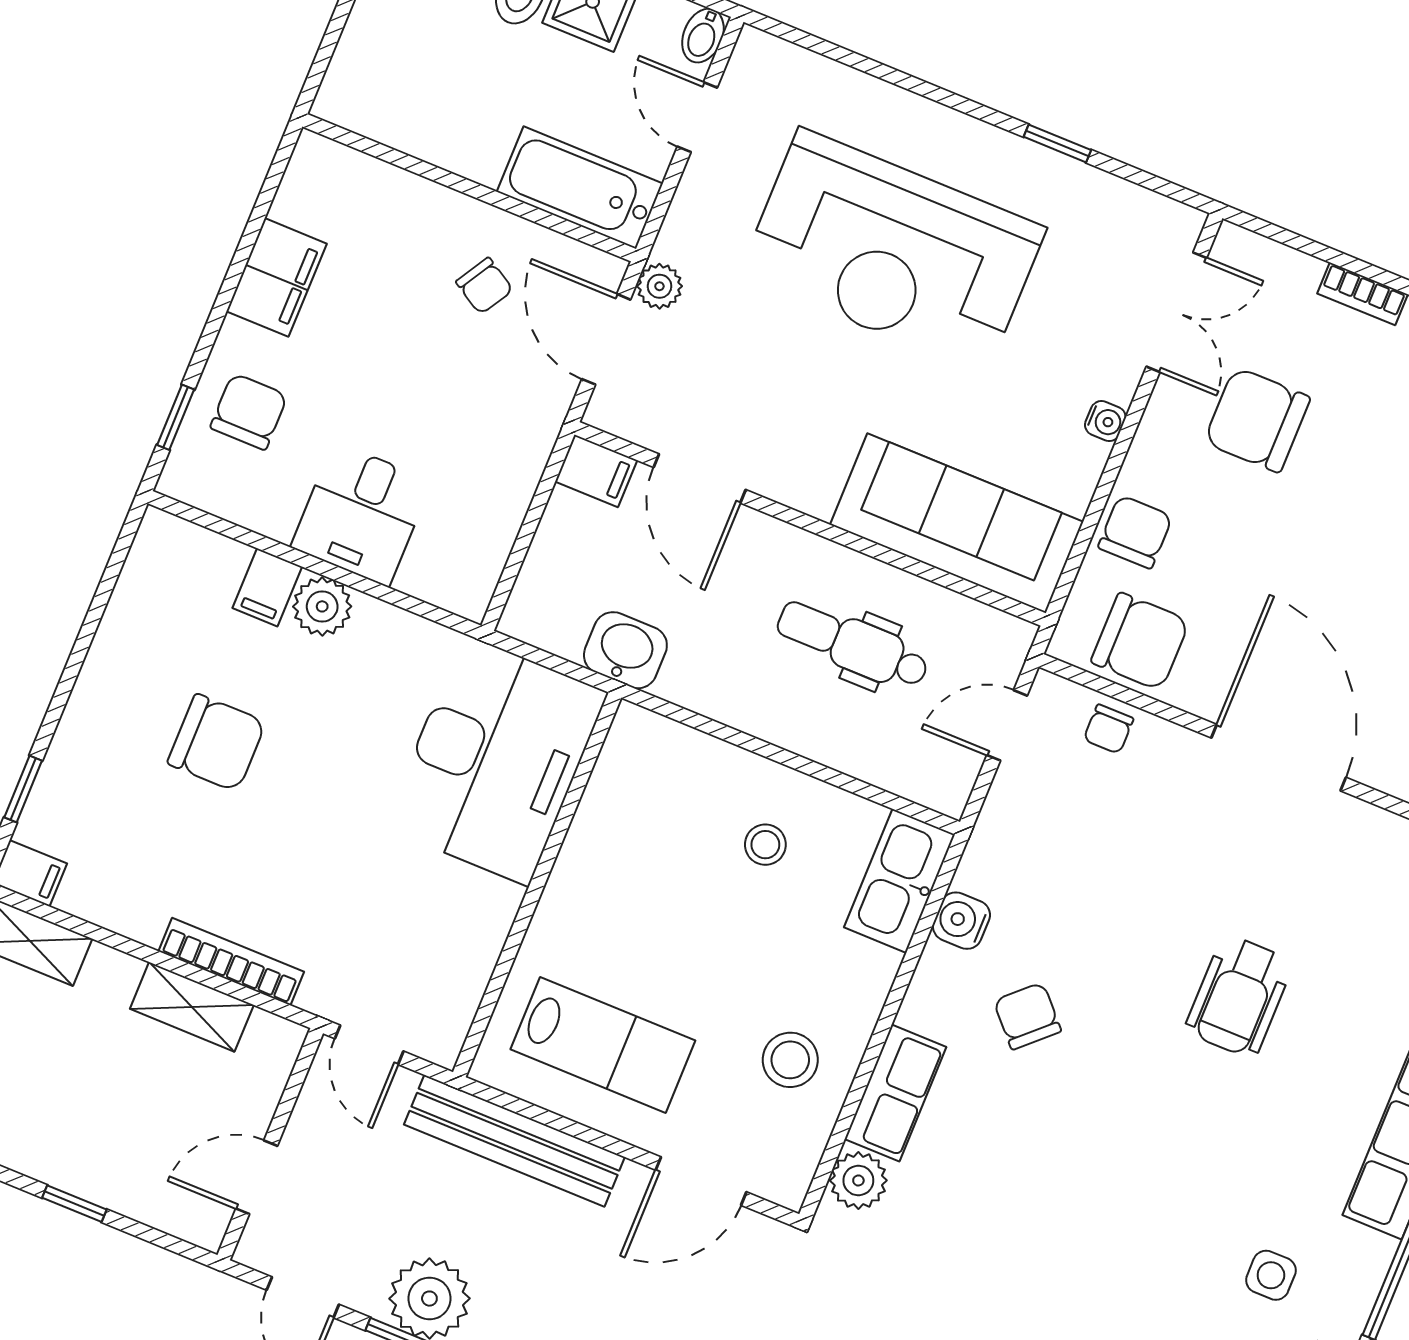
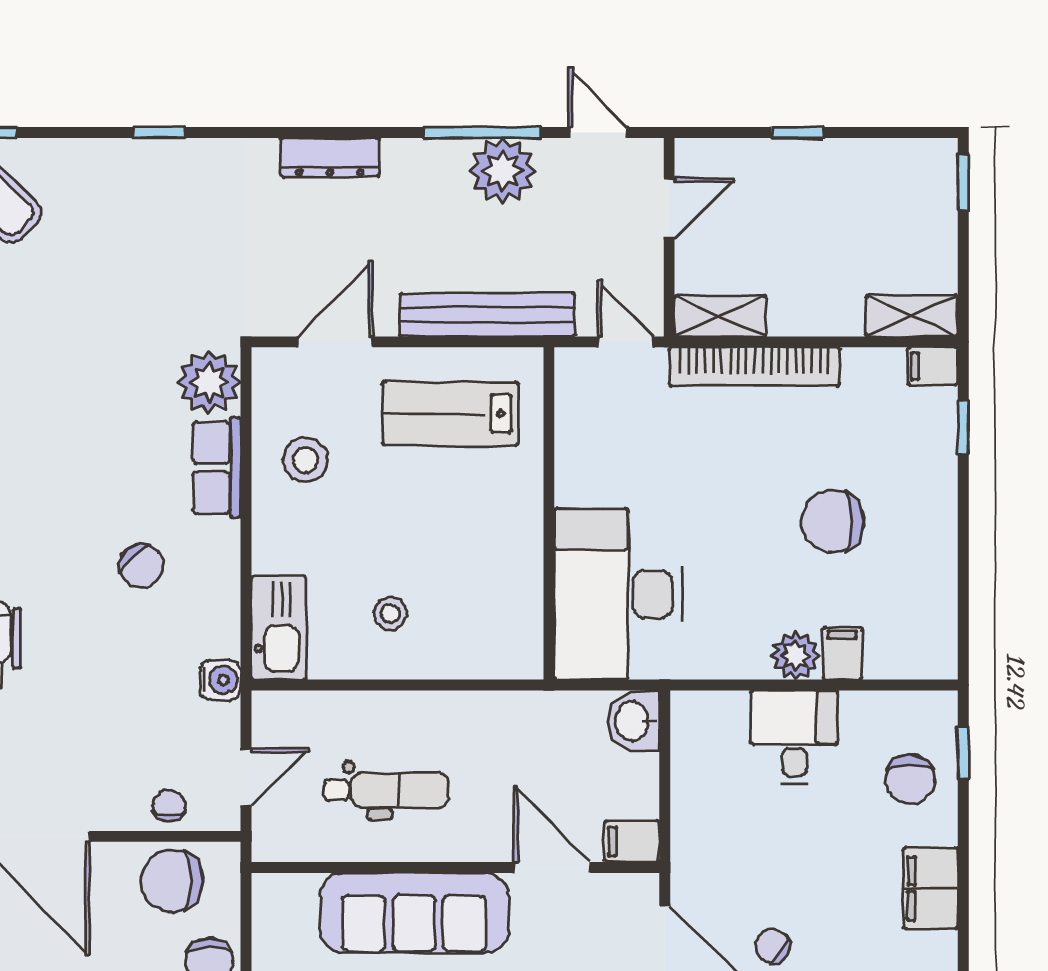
sofa: (957, 523) -> (414, 913), moved
washbasin: (625, 650) -> (633, 721), moved, turned 90
water cooler: (961, 921) -> (220, 680), moved
bookcase: (231, 962) -> (754, 367), width x1.48, depth x1.31
shelving: (192, 1007) -> (720, 316), moved
plant: (858, 1180) -> (209, 382), width x1.36, depth x1.36

